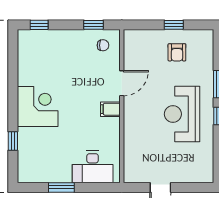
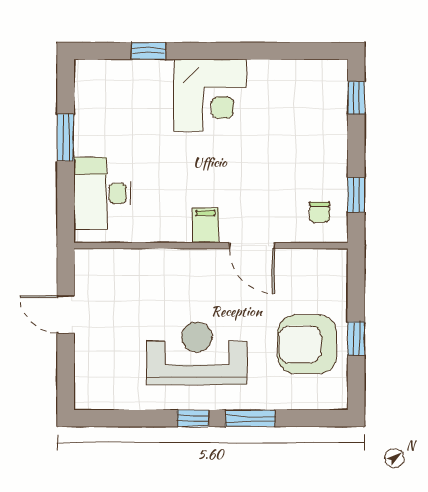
armchair: (177, 52) -> (307, 344), width x1.88, depth x1.88

